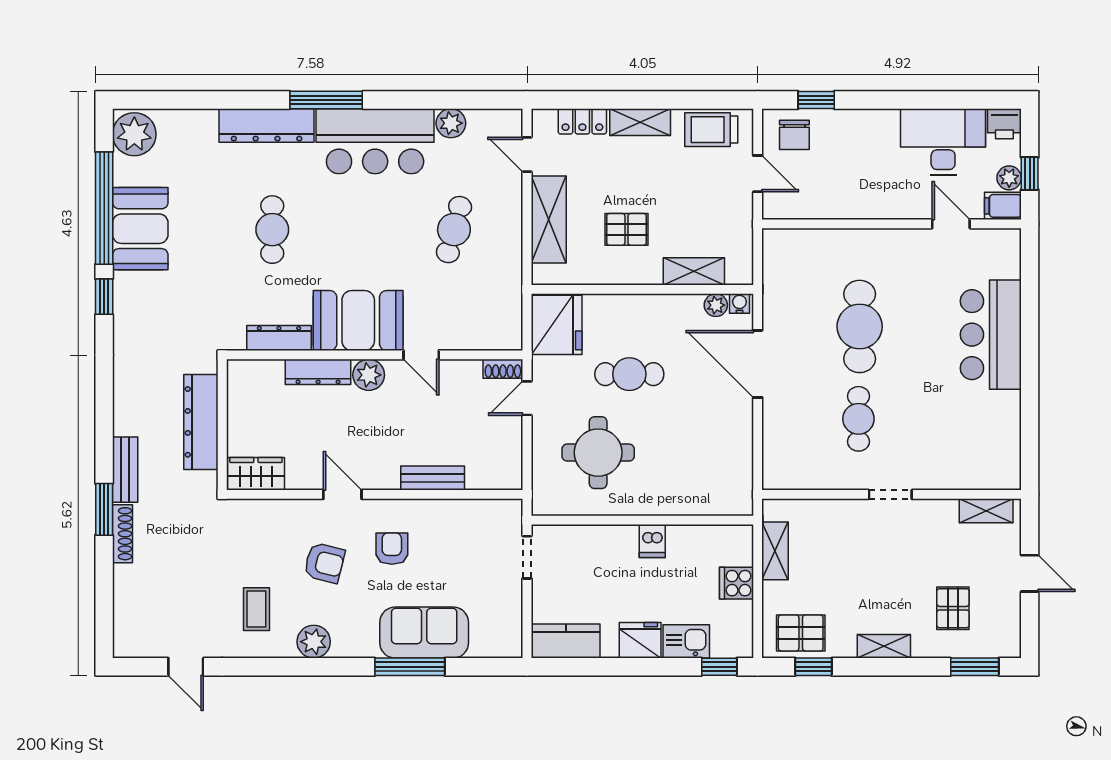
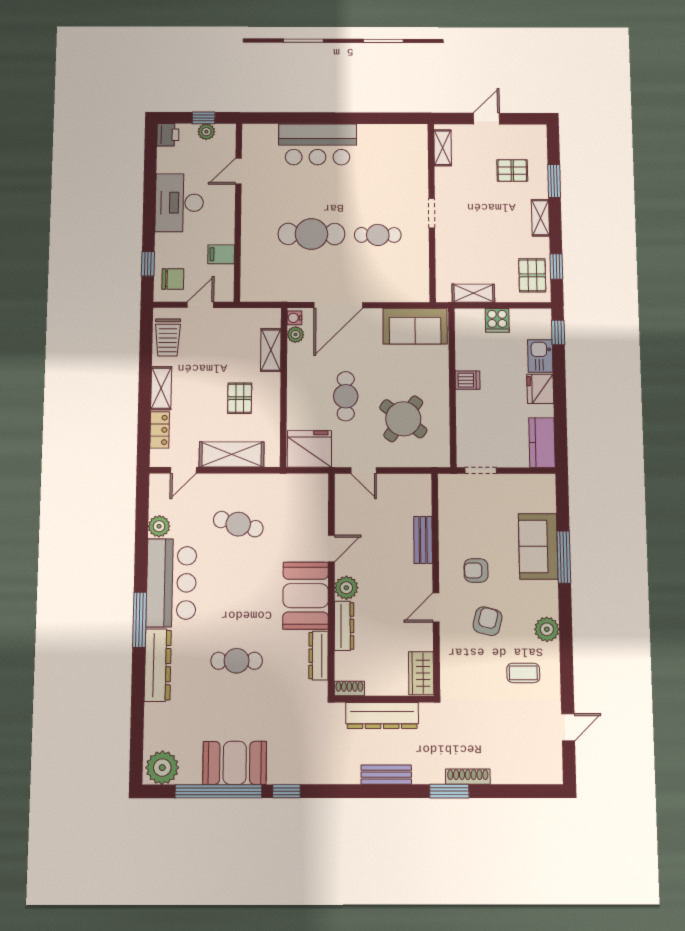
desk: (943, 142) -> (179, 203), moved
filing cabinet: (1003, 206) -> (221, 254), moved, turned 90
shoe rack: (503, 369) -> (349, 688), moved, turned -90
round table: (598, 453) -> (403, 419), turned 37
bench: (125, 470) -> (386, 775), moved
sofa: (728, 470) -> (415, 326), added
window: (975, 667) -> (554, 181), moved

